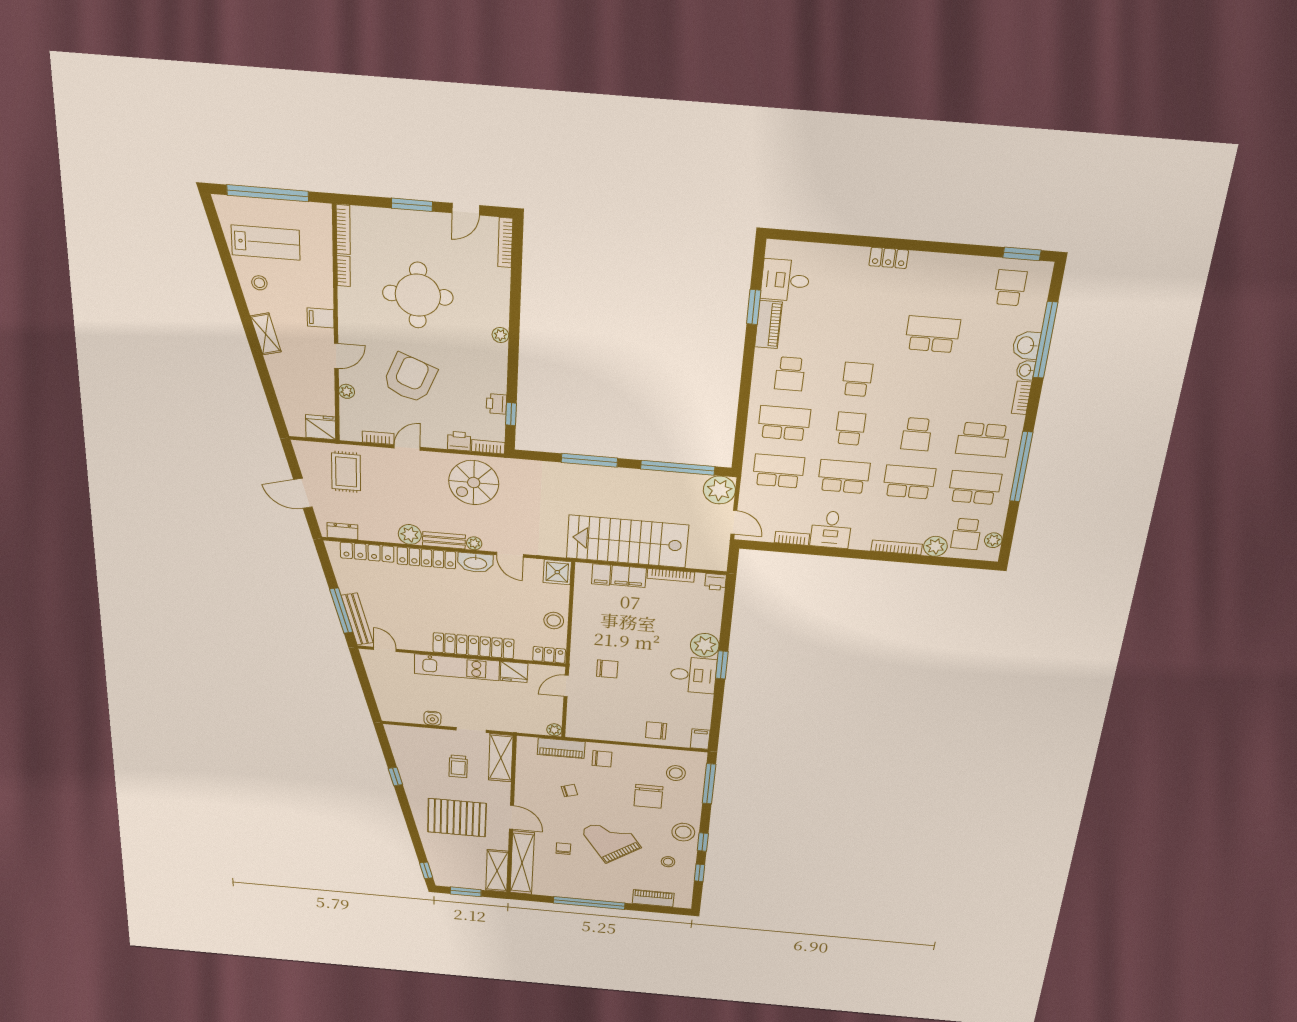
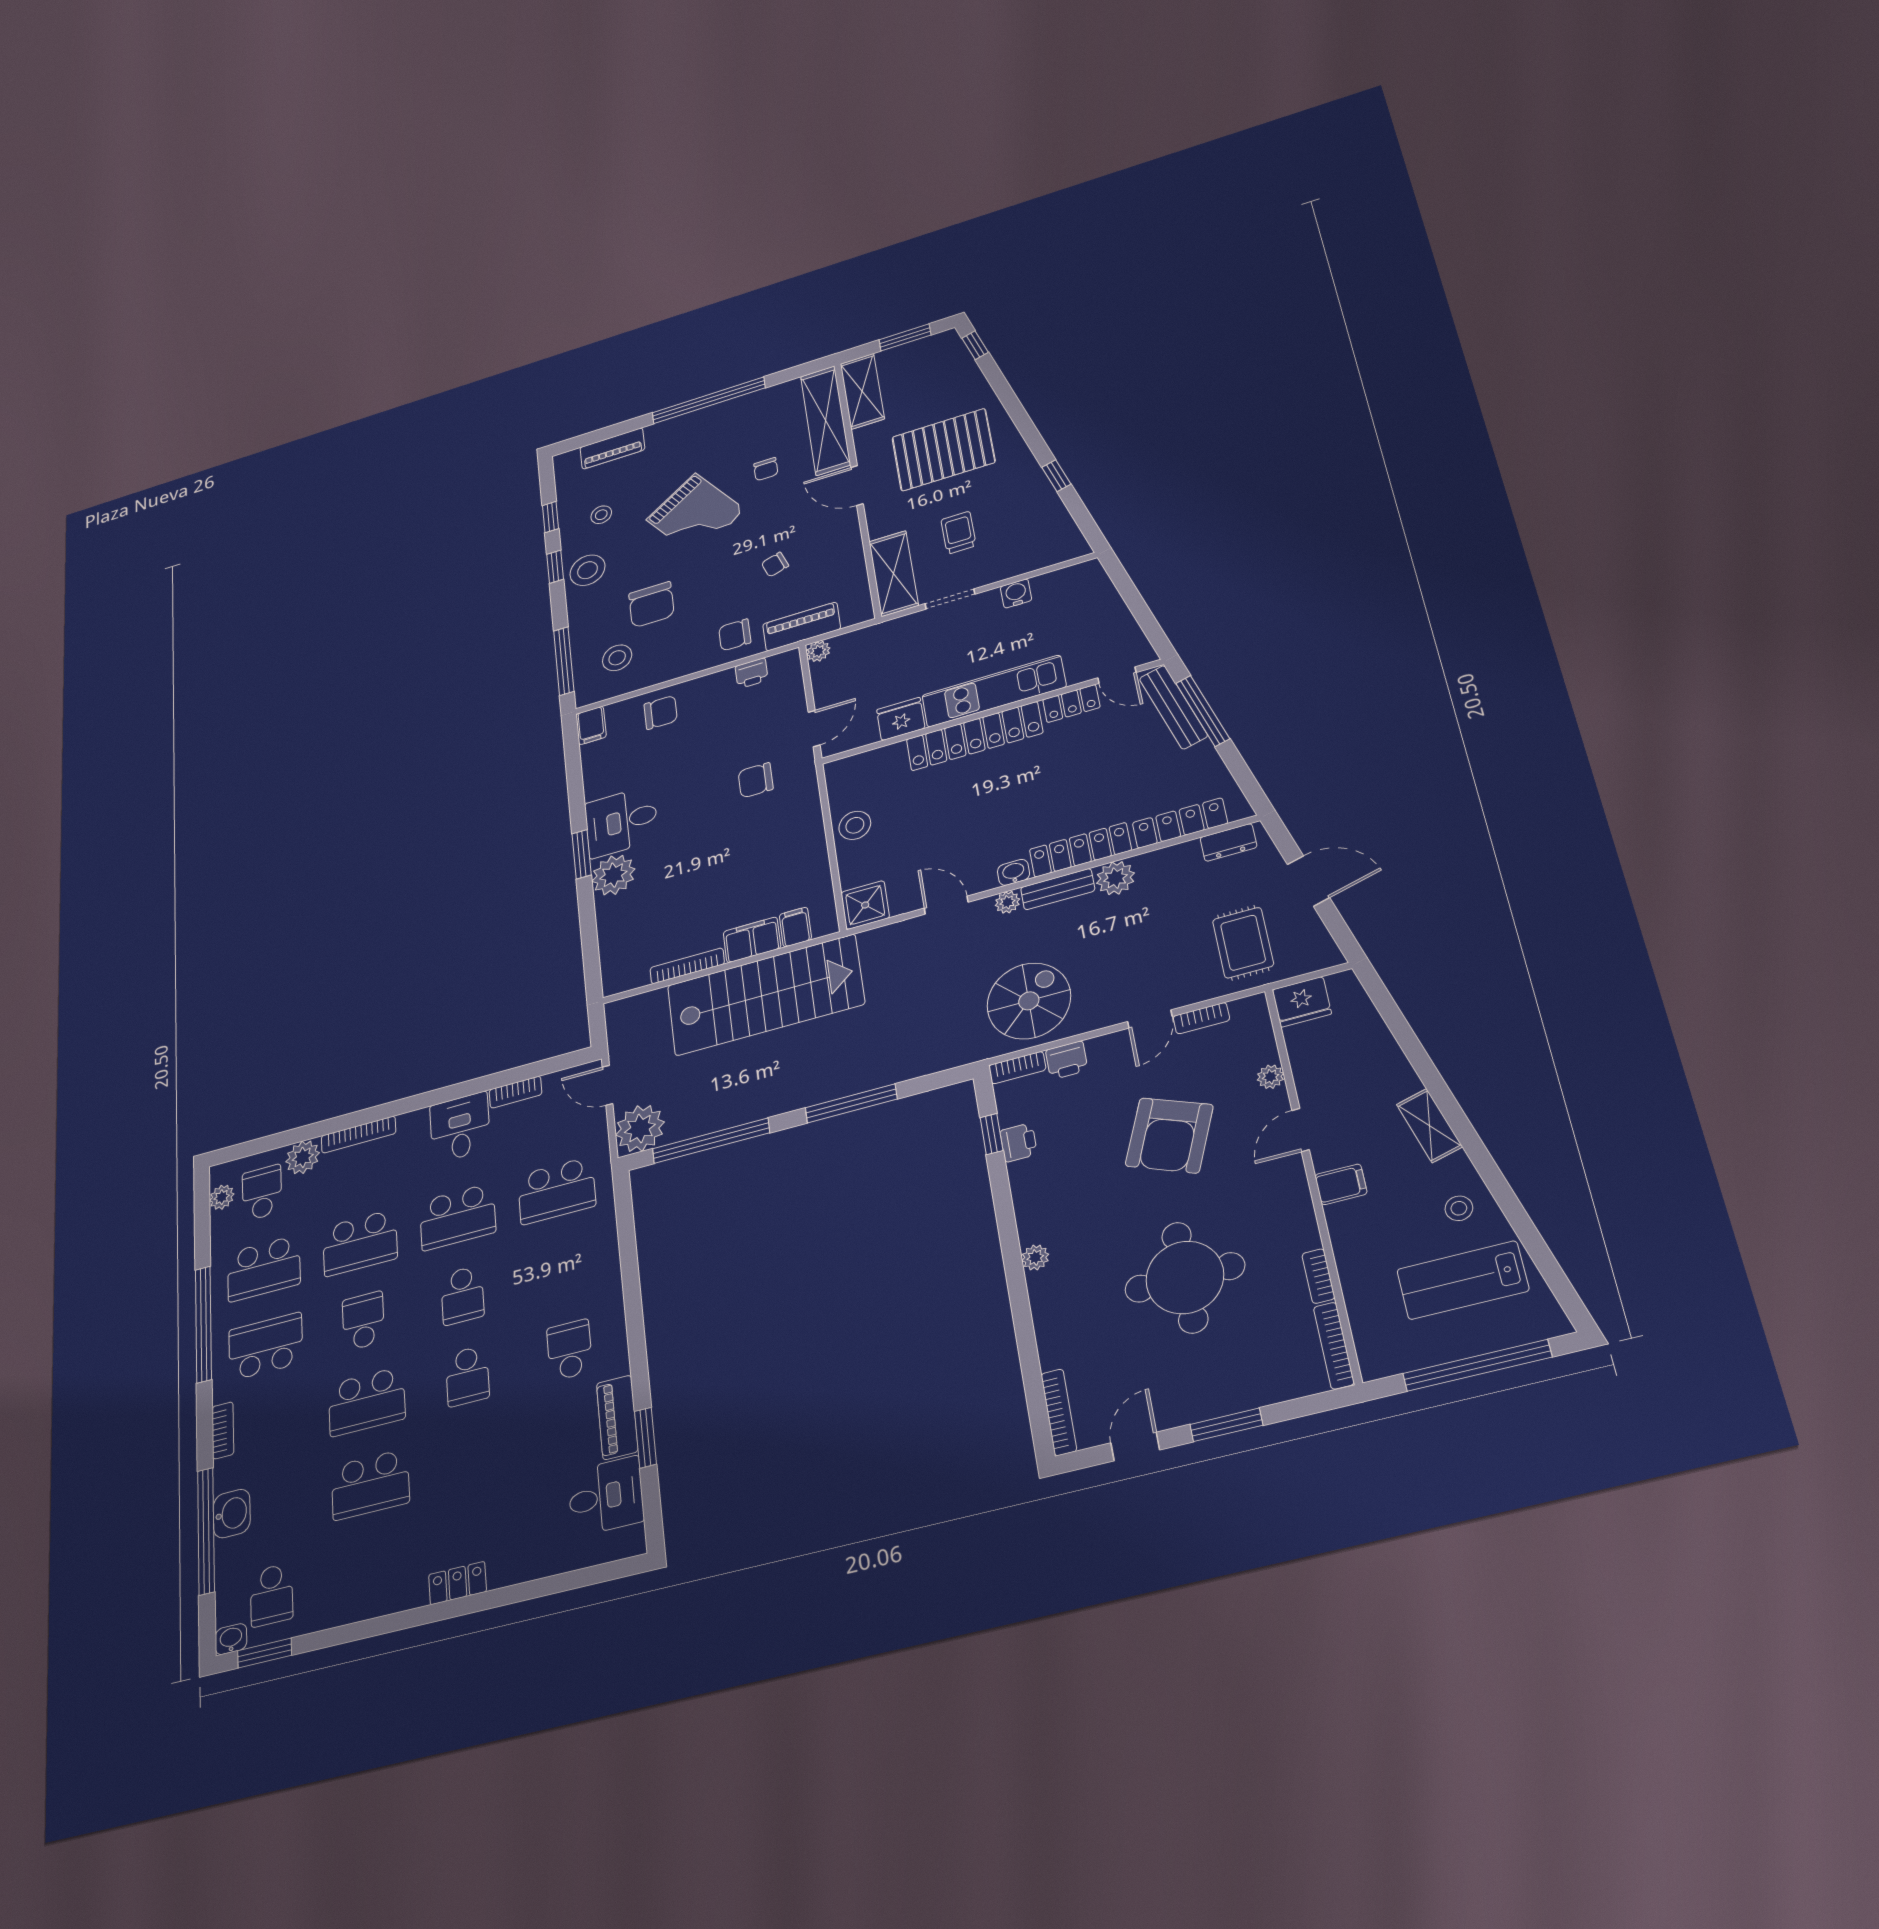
washbasin: (1026, 370) -> (231, 1639), moved, turned -90
school desk: (784, 423) -> (367, 1402), moved
washbasin: (475, 563) -> (1014, 872), width x0.52, depth x0.69
printer: (716, 582) -> (752, 673), moved, turned 180
locker: (549, 655) -> (1071, 704), moved
chair: (648, 796) -> (651, 605), turned 180

